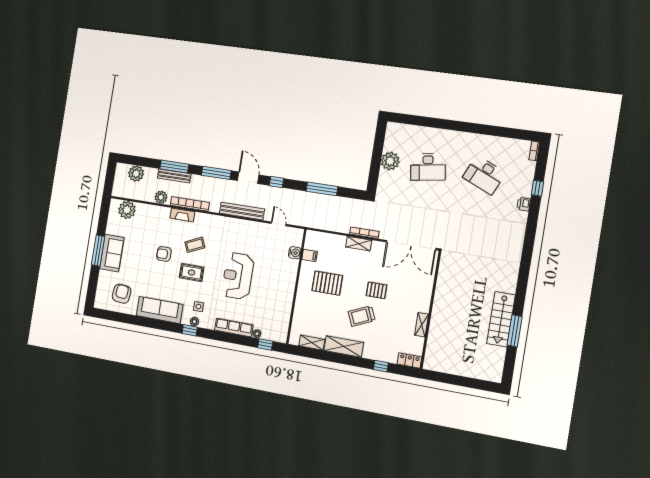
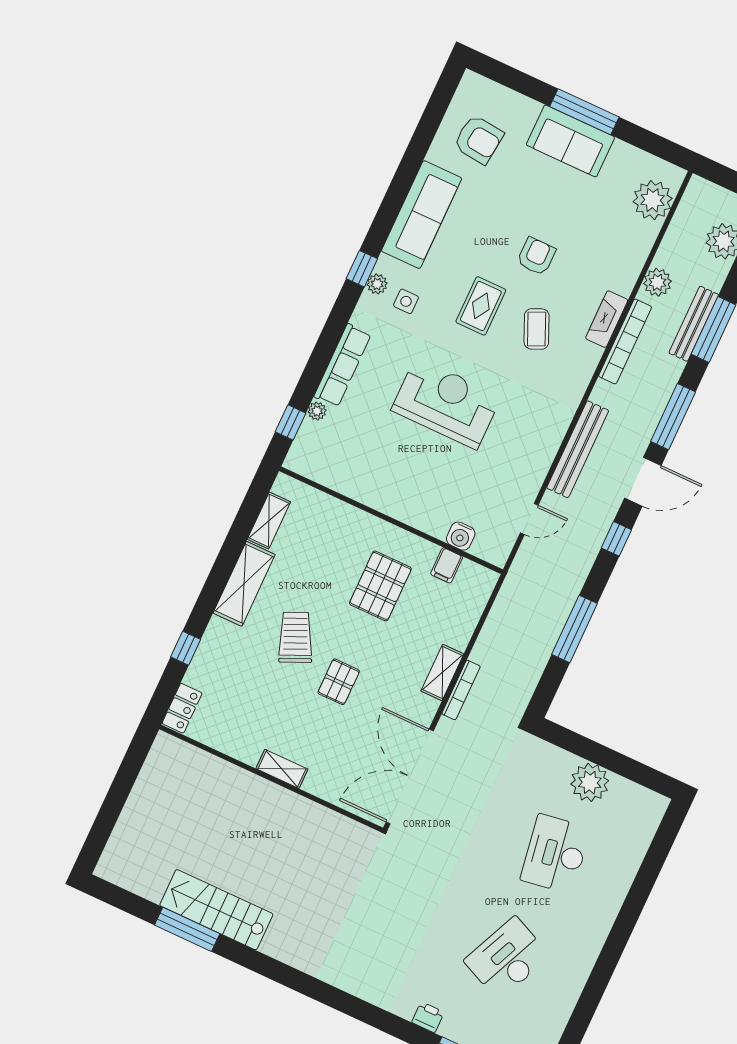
shelving: (422, 325) -> (282, 769), moved

